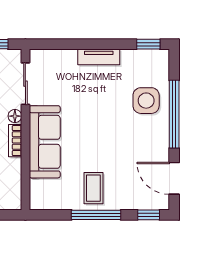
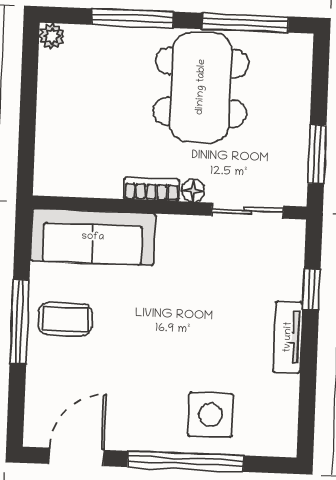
window: (148, 44) -> (312, 289), moved
sofa: (45, 142) -> (93, 237), moved
window: (149, 215) -> (16, 411), removed

